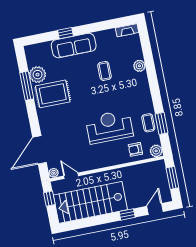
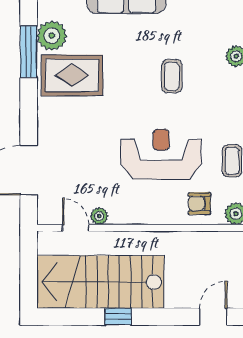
coffee table: (104, 71) -> (172, 76), moved
plant: (54, 173) -> (99, 216), moved
window: (49, 199) -> (29, 261), removed
window: (127, 214) -> (118, 317), moved

